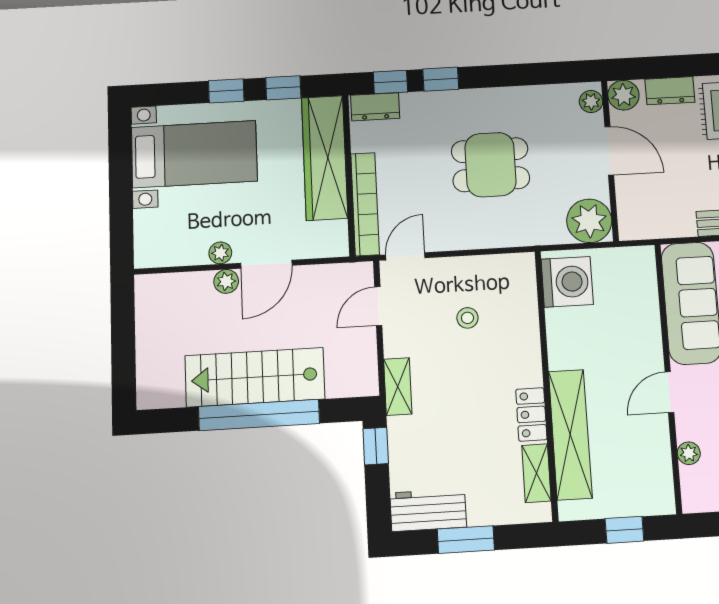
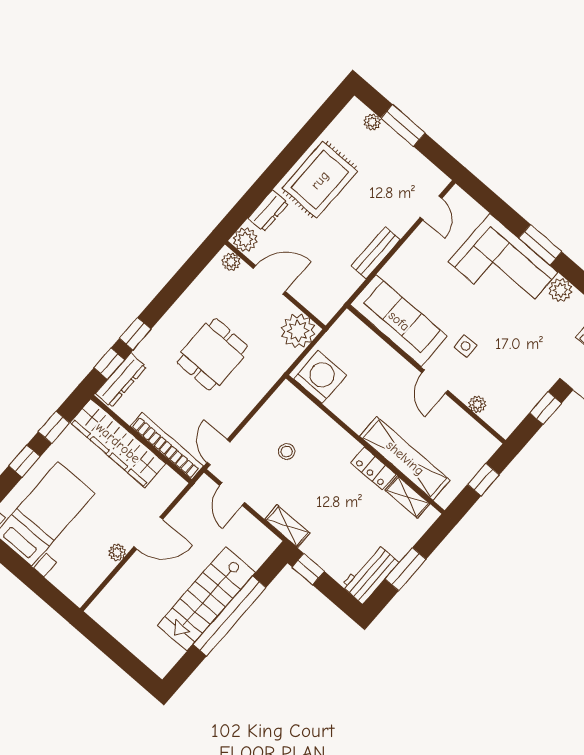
dresser: (375, 107) -> (121, 380), width x1.44
door: (266, 264) -> (148, 533), hinge flipped
plant: (226, 281) -> (137, 564), removed

